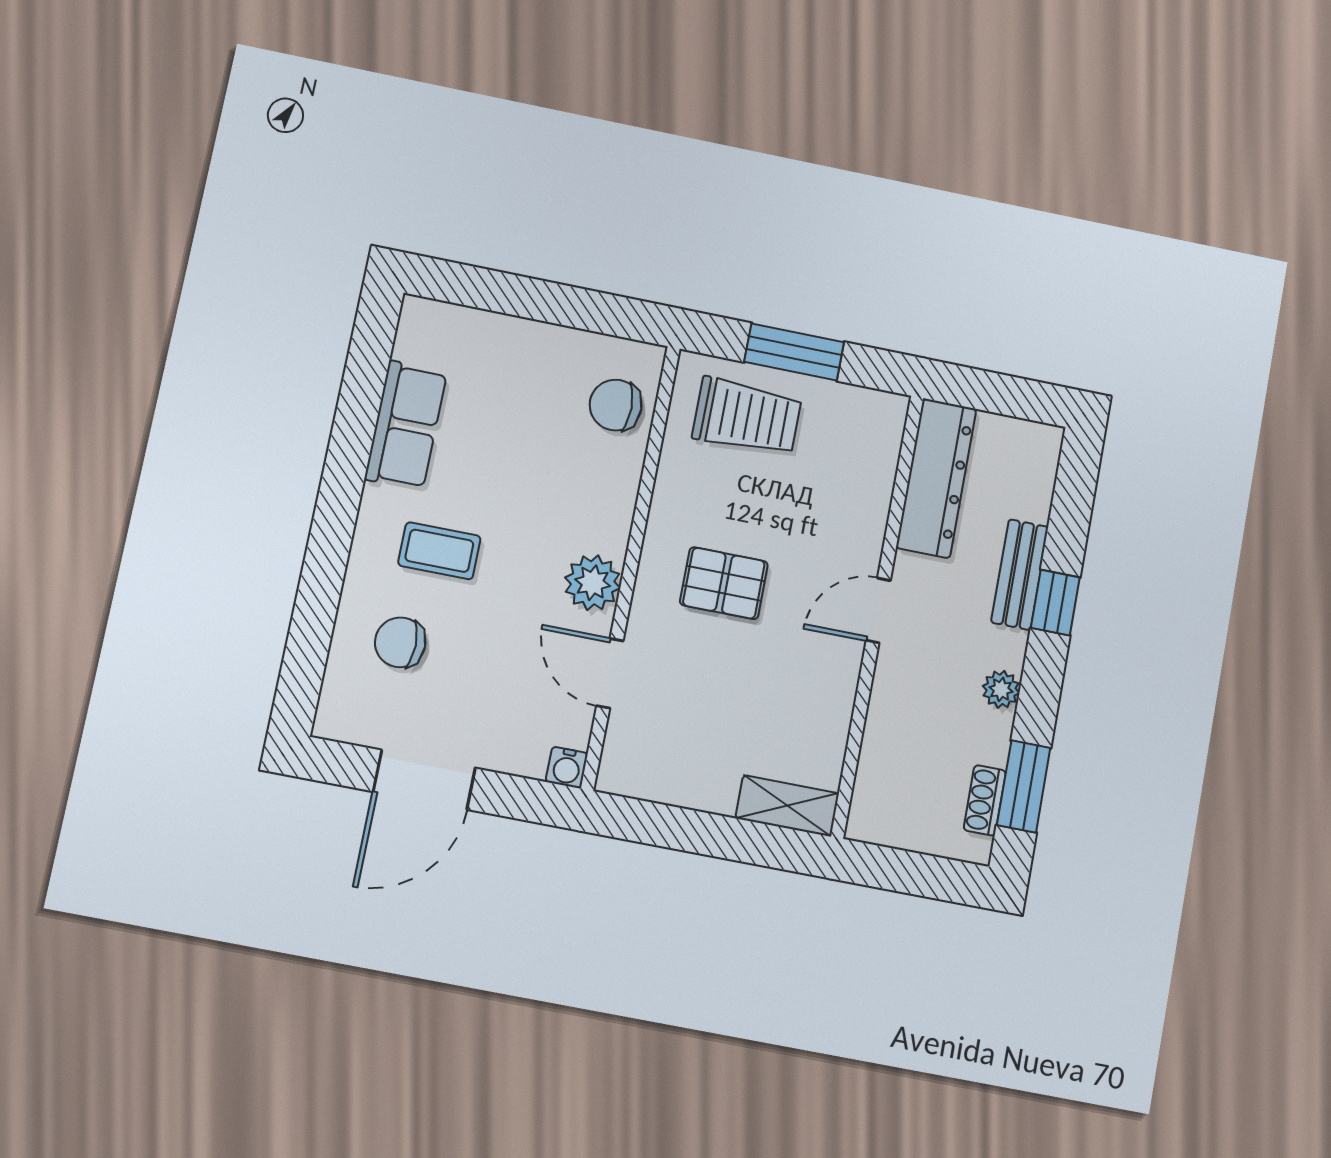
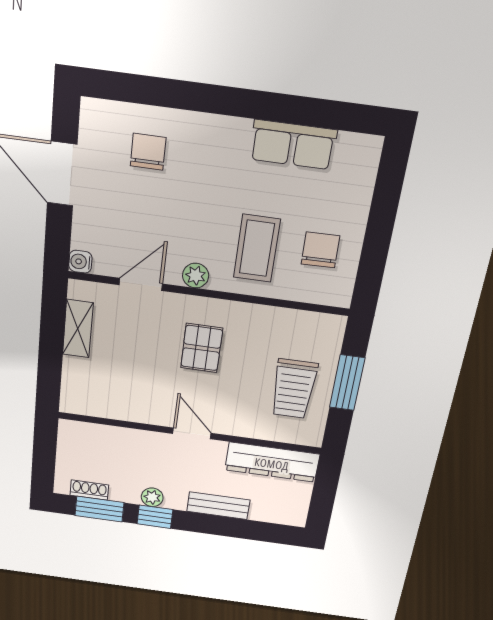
chair: (616, 405) -> (320, 250), moved
trolley: (747, 417) -> (294, 389), moved
coffee table: (439, 551) -> (257, 248), moved, width x1.36, depth x1.30
plant: (593, 583) -> (196, 276), width x0.73, depth x0.73
window: (1055, 603) -> (155, 517), moved
shelving: (787, 806) -> (78, 329), moved

